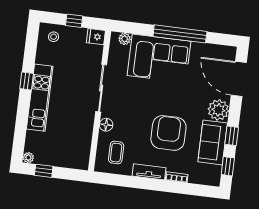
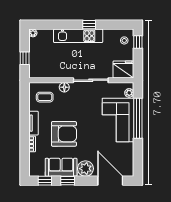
window: (74, 21) -> (138, 42), moved
window: (180, 34) -> (138, 118), moved
fridge: (96, 37) -> (123, 69), width x1.88, depth x1.34
door: (239, 79) -> (110, 181), hinge flipped
window: (44, 171) -> (25, 58), moved

